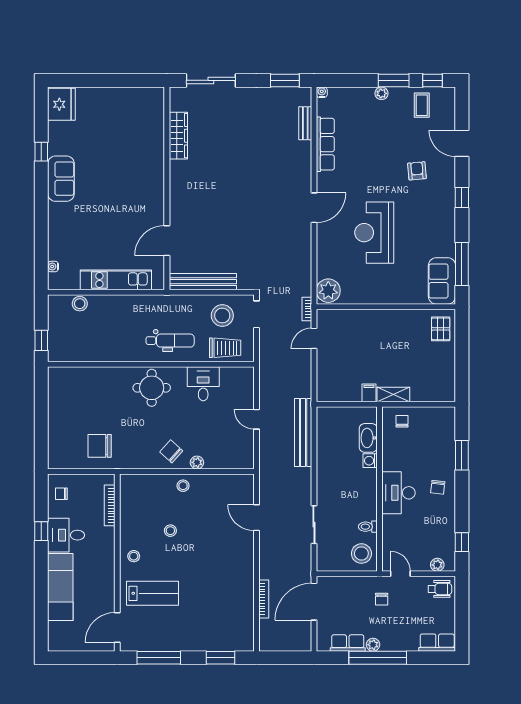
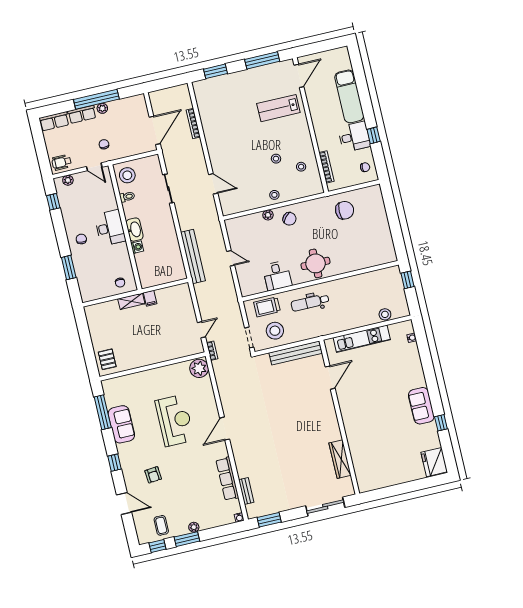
sofa: (442, 281) -> (121, 424), moved
washbasin: (368, 438) -> (135, 230), moved
stool: (134, 556) -> (301, 167), moved
row of seats: (348, 643) -> (82, 114), moved

